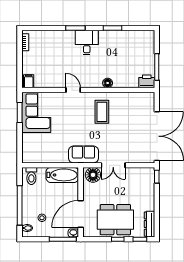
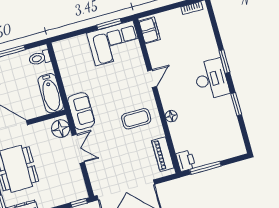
desk: (87, 43) -> (211, 79), width x1.37
filing cabinet: (29, 81) -> (150, 30), width x2.00
piano: (136, 98) -> (163, 154), added
double door: (113, 165) -> (78, 149), swing flipped

